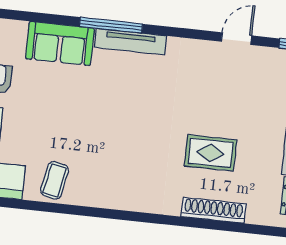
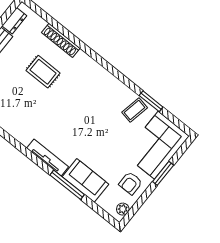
window: (111, 25) -> (67, 185), moved
window: (40, 206) -> (151, 101), added

